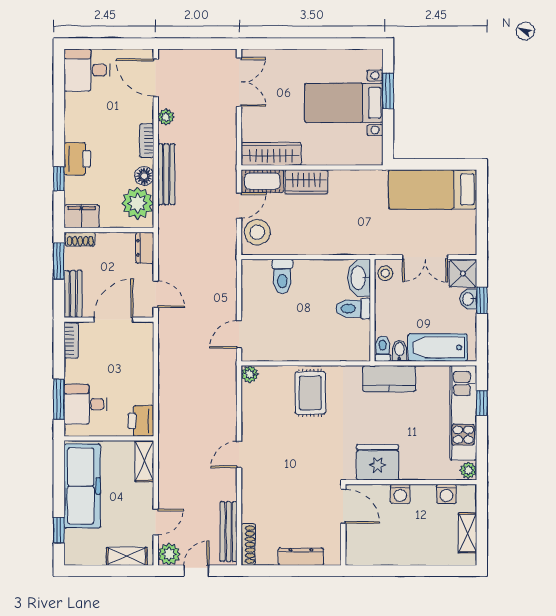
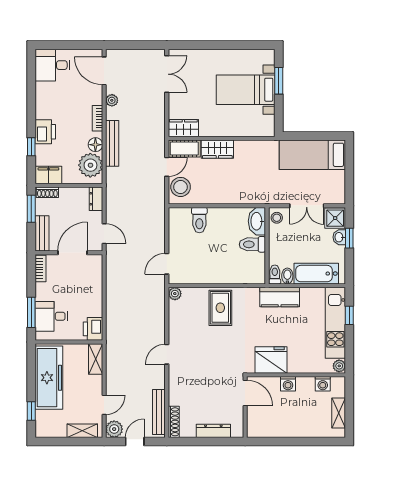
wardrobe: (271, 154) -> (183, 128), width x0.67

